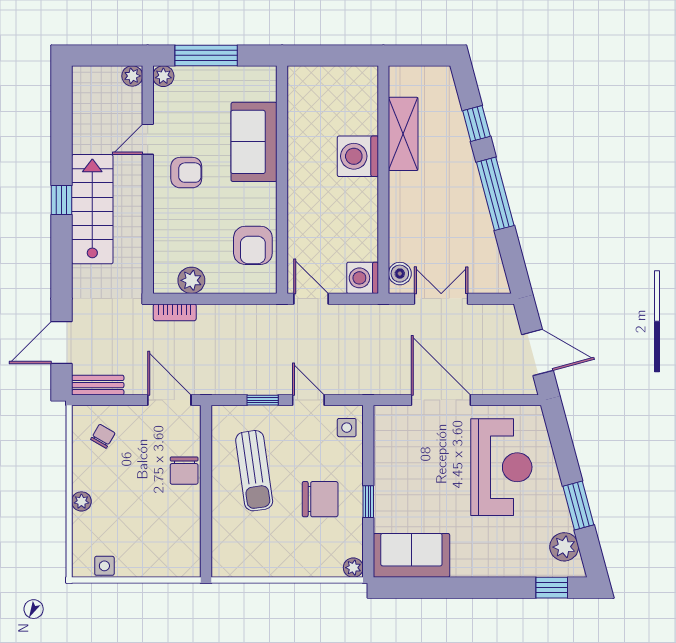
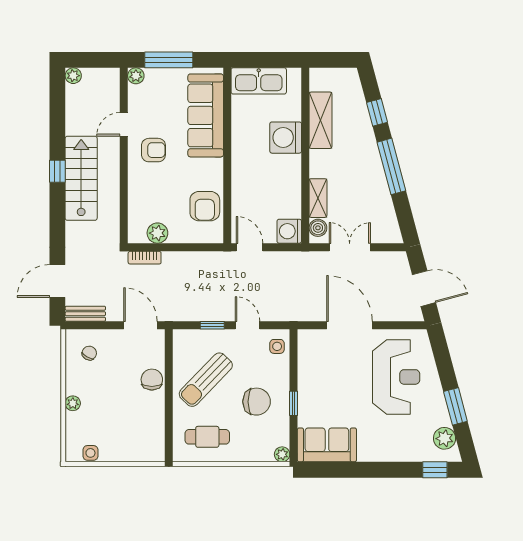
plant: (132, 76) -> (73, 76), moved
kitchen sink: (323, 83) -> (259, 81), added
sofa: (254, 142) -> (206, 115), width x1.36
shelving: (400, 235) -> (318, 198), added
chair: (184, 471) -> (152, 380), turned 180
sun lounger: (254, 471) -> (206, 380), turned 52
cafe table: (256, 545) -> (207, 437), added

